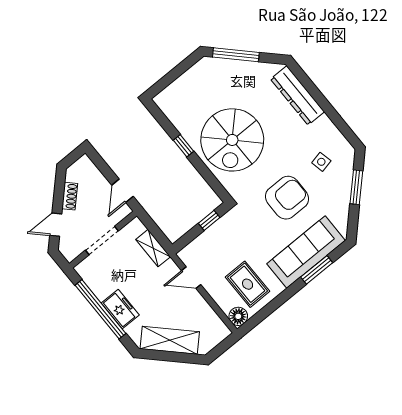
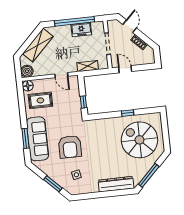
window: (236, 55) -> (149, 175), moved
spiral stairs: (232, 140) -> (139, 140), moved
door: (191, 278) -> (61, 75), swing flipped
freezer: (120, 309) -> (81, 30), moved
boiler: (218, 331) -> (27, 71), added

